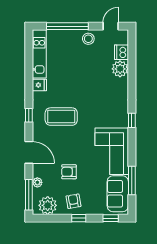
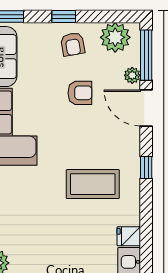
window: (29, 115) -> (146, 168), moved
door: (29, 152) -> (146, 108), moved

